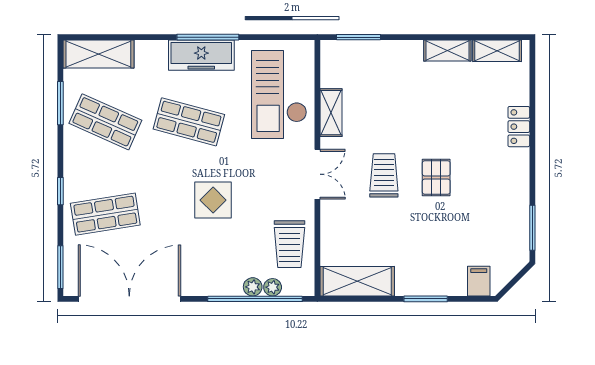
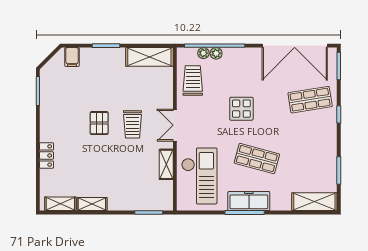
shop shelf: (105, 122) -> (310, 159), removed

